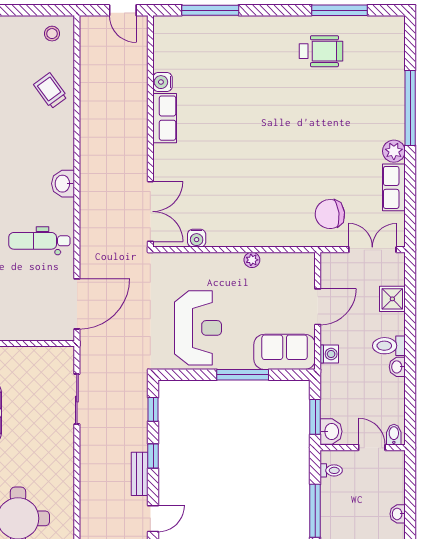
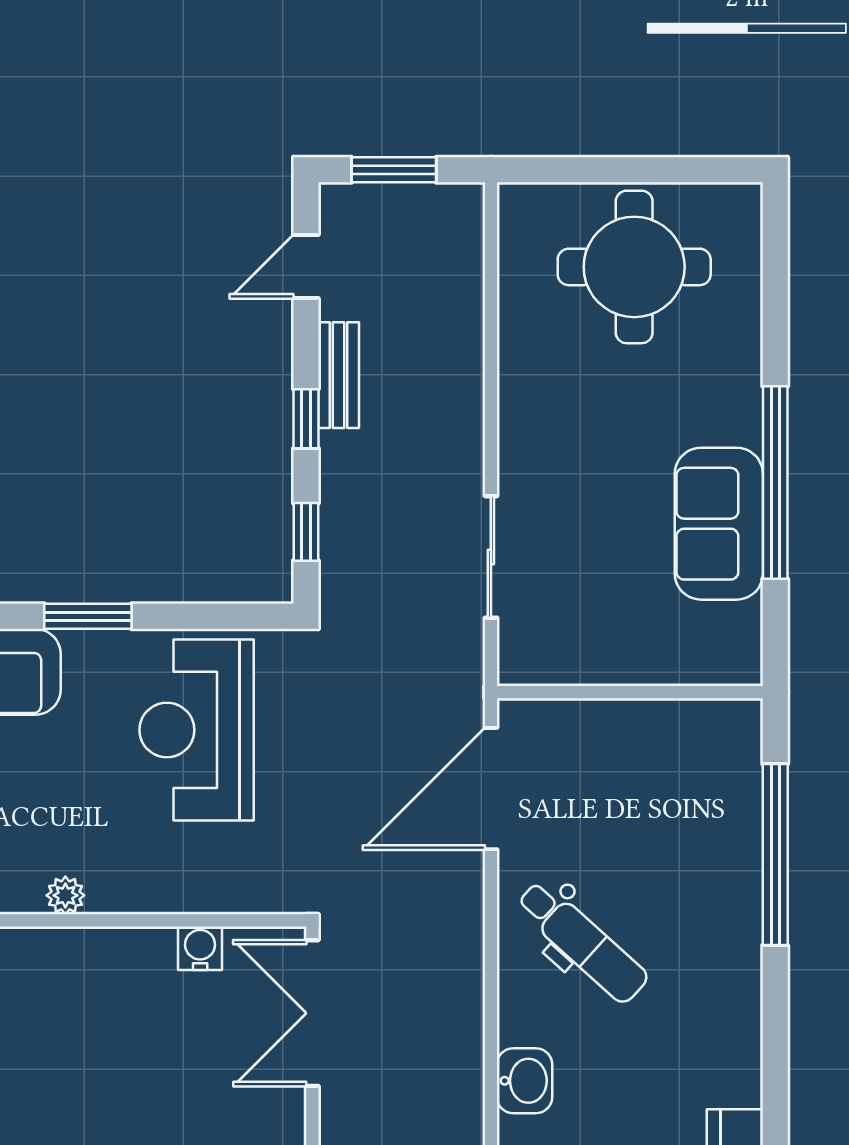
dental chair: (39, 241) -> (582, 942), turned 42
window: (243, 375) -> (88, 616), width x0.69

